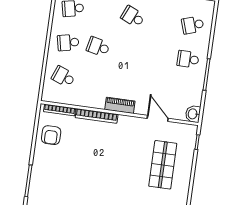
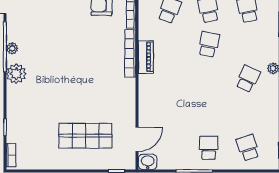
piano: (120, 105) -> (146, 57), moved
door: (158, 118) -> (137, 139), moved

